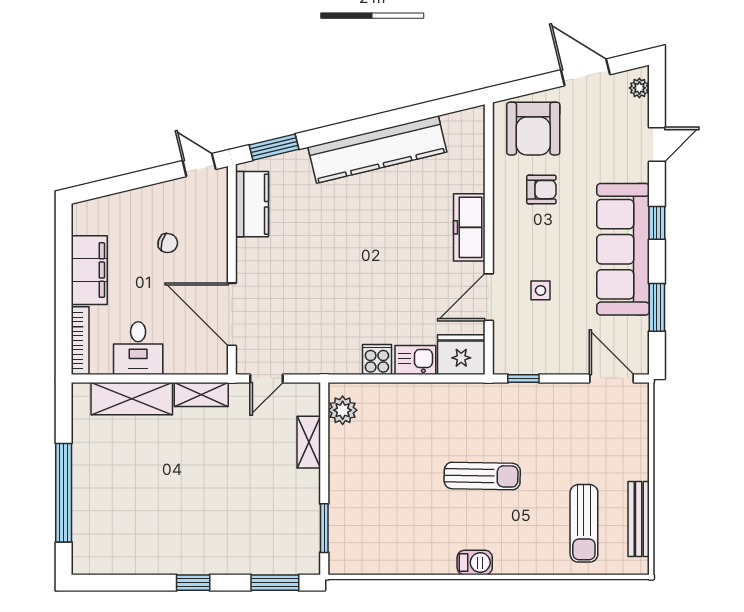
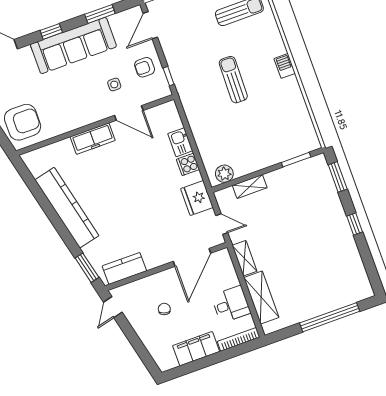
armchair: (541, 190) -> (145, 67), moved, turned -90
fridge: (461, 355) -> (197, 198), moved

